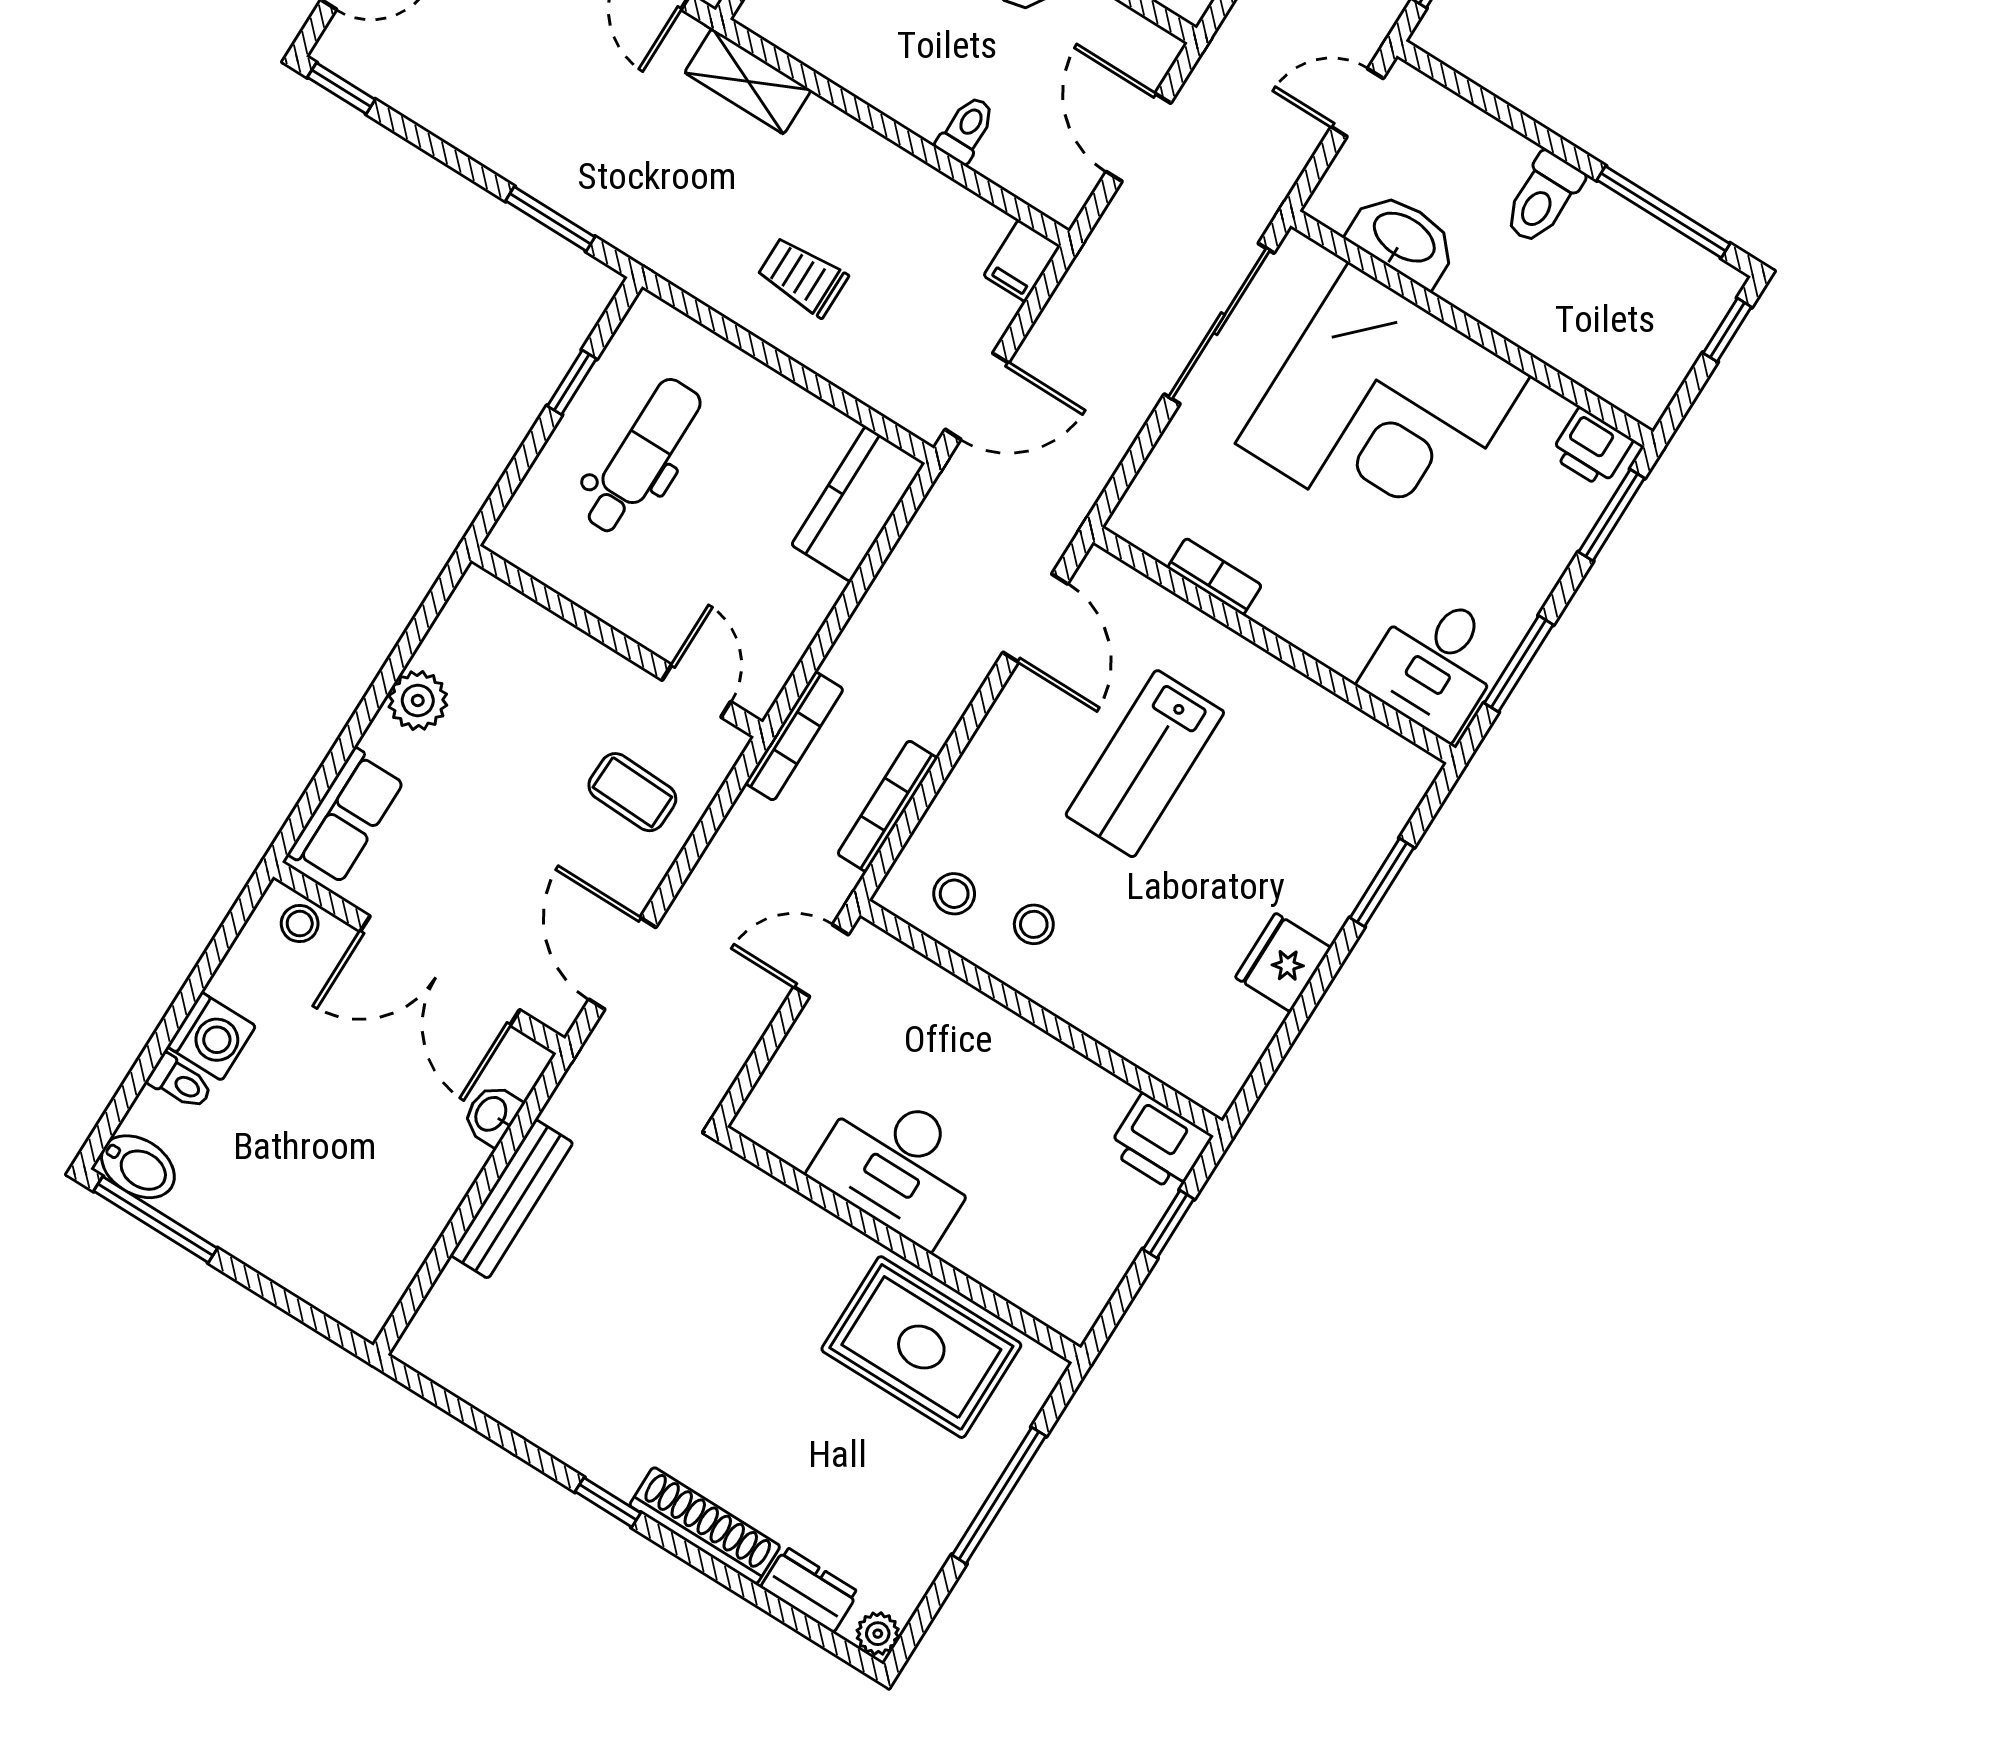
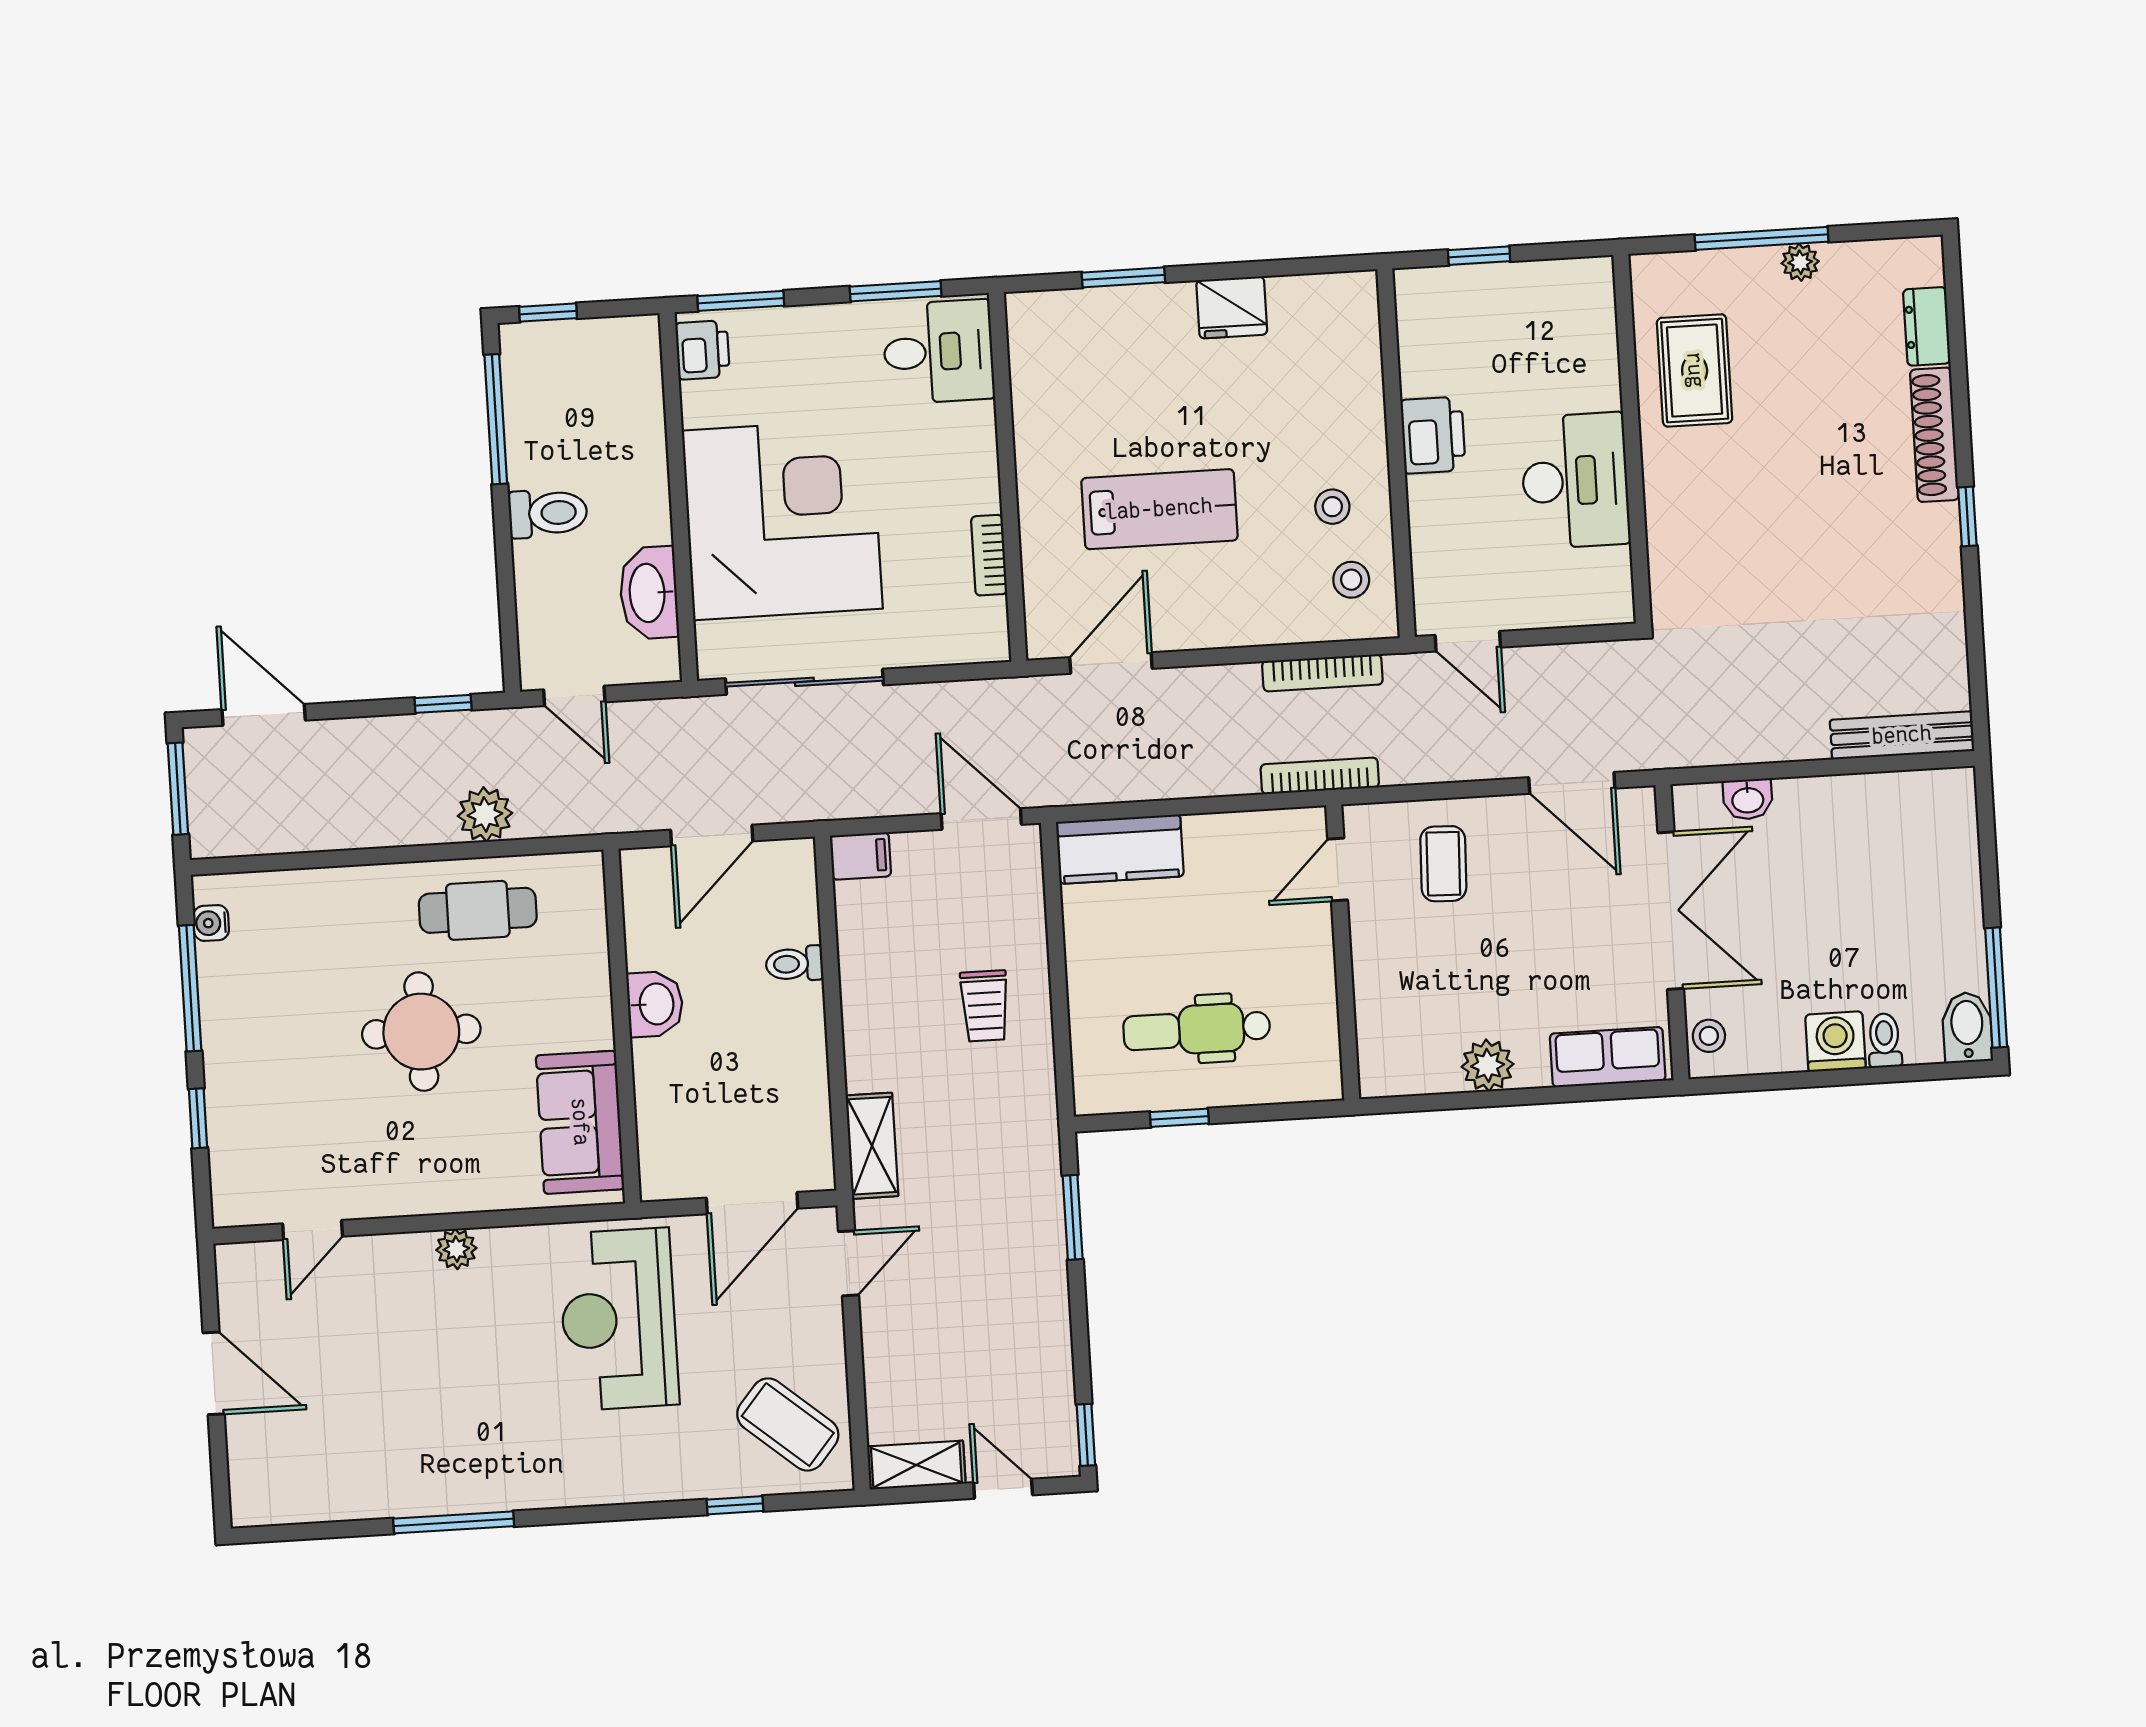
door: (622, 963) -> (1572, 783), hinge flipped
printer: (1160, 1143) -> (1433, 435), moved
bench: (512, 1199) -> (1902, 735), moved
rug: (921, 1347) -> (1695, 370), width x0.73, depth x0.70
plant: (878, 1634) -> (1800, 262), moved

